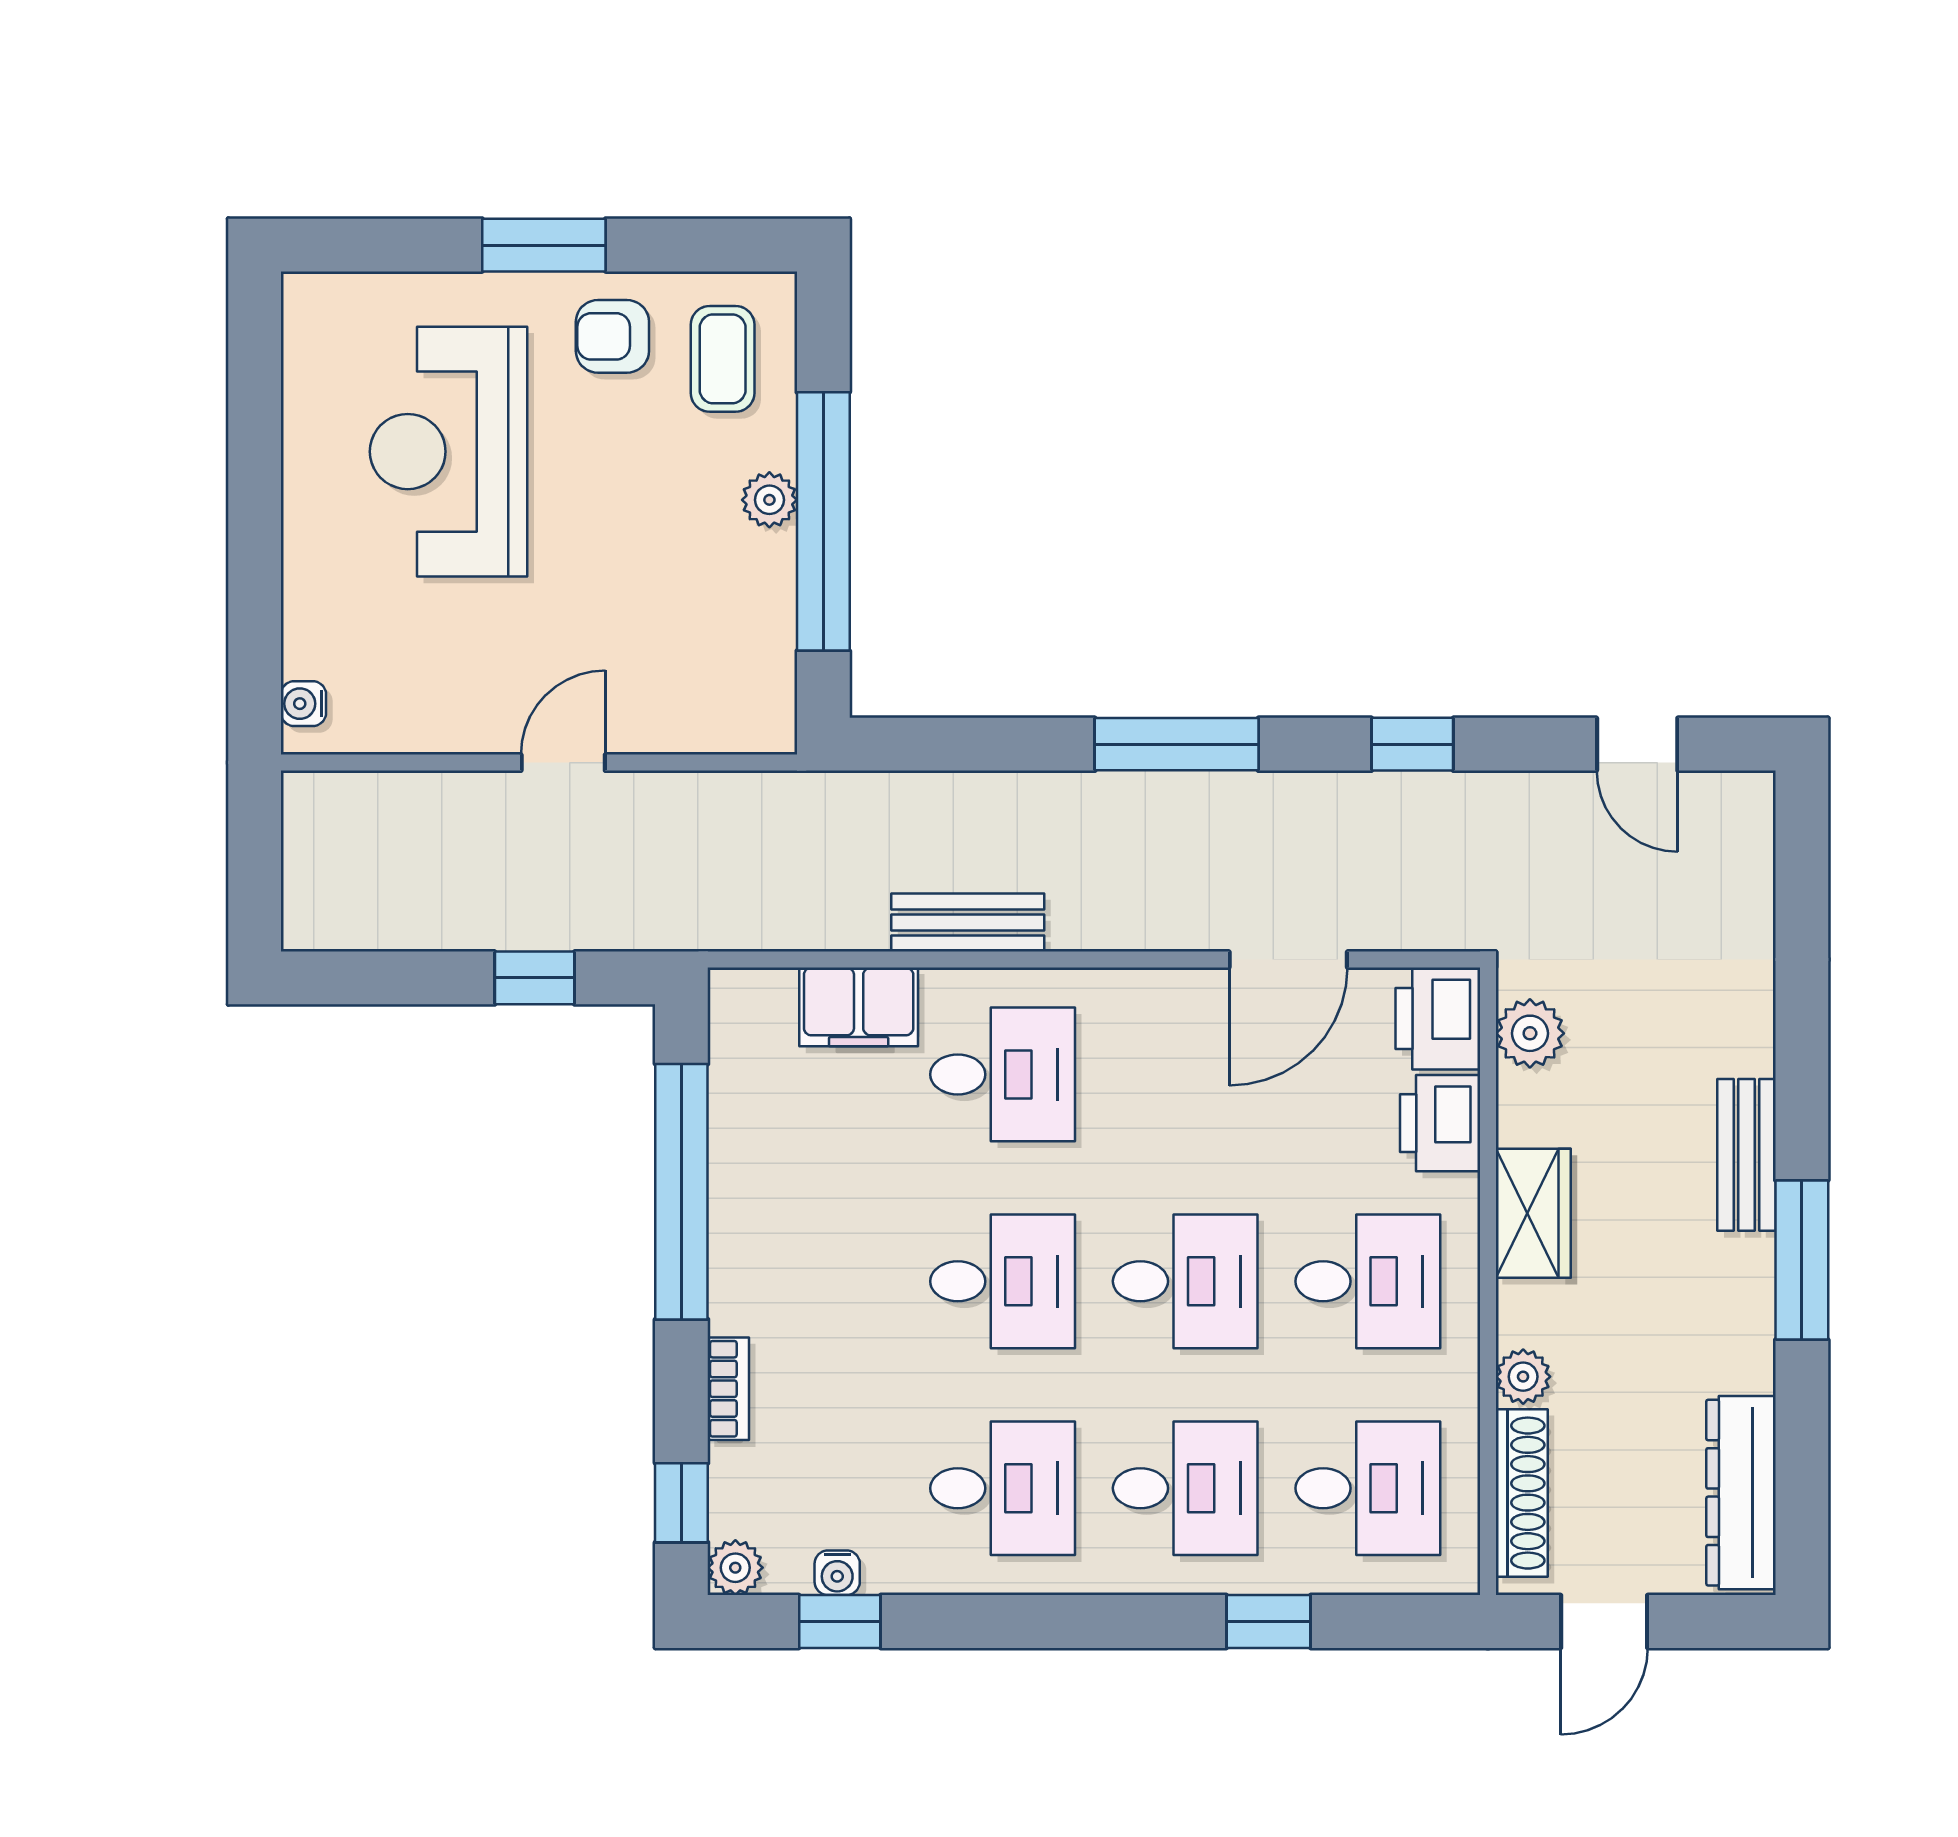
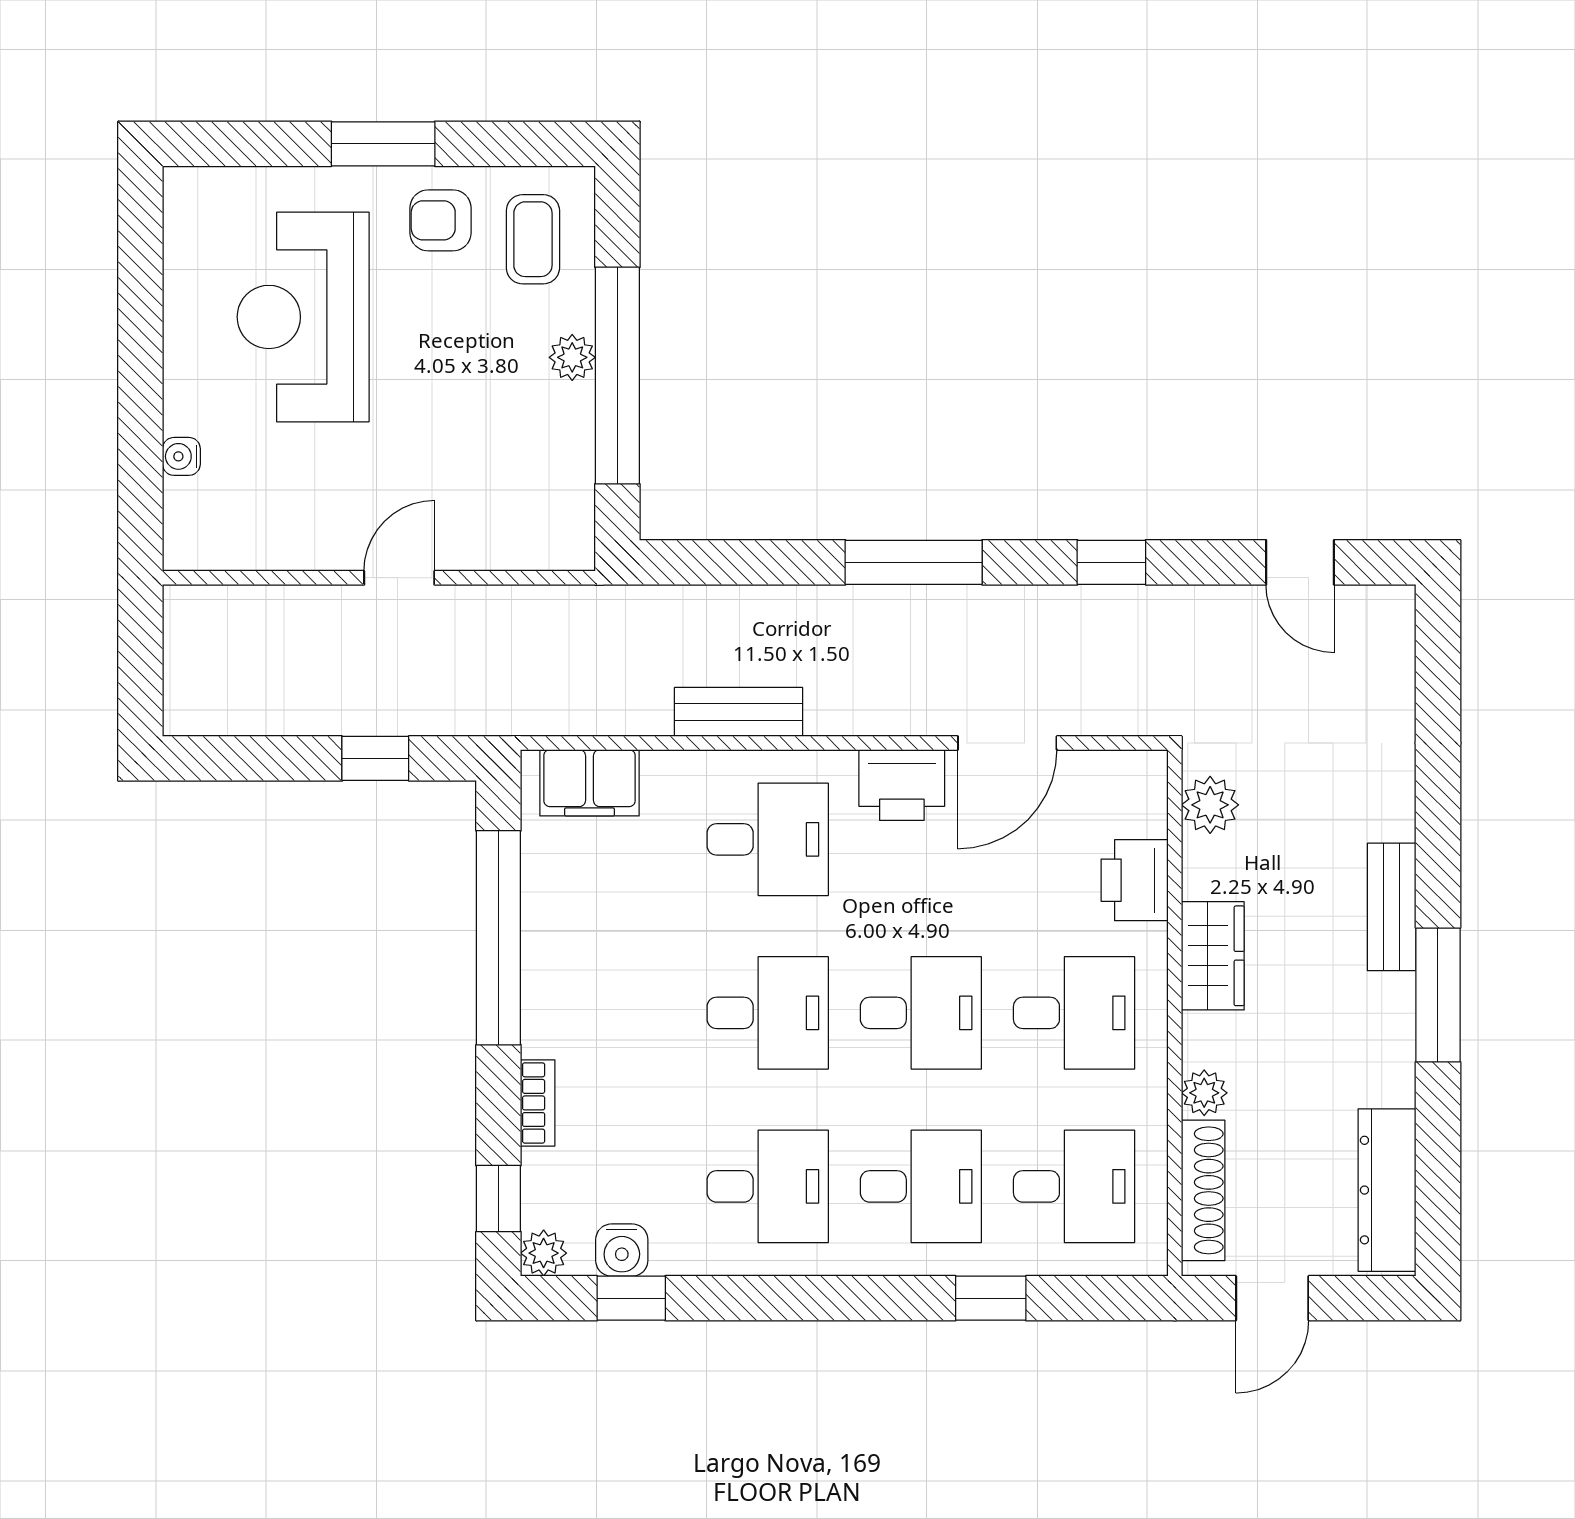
water cooler: (303, 704) -> (181, 456), moved
filing cabinet: (859, 1007) -> (590, 783), moved
printer: (1438, 1018) -> (902, 785), moved, turned -90
water cooler: (837, 1573) -> (622, 1250), width x1.38, depth x1.38

